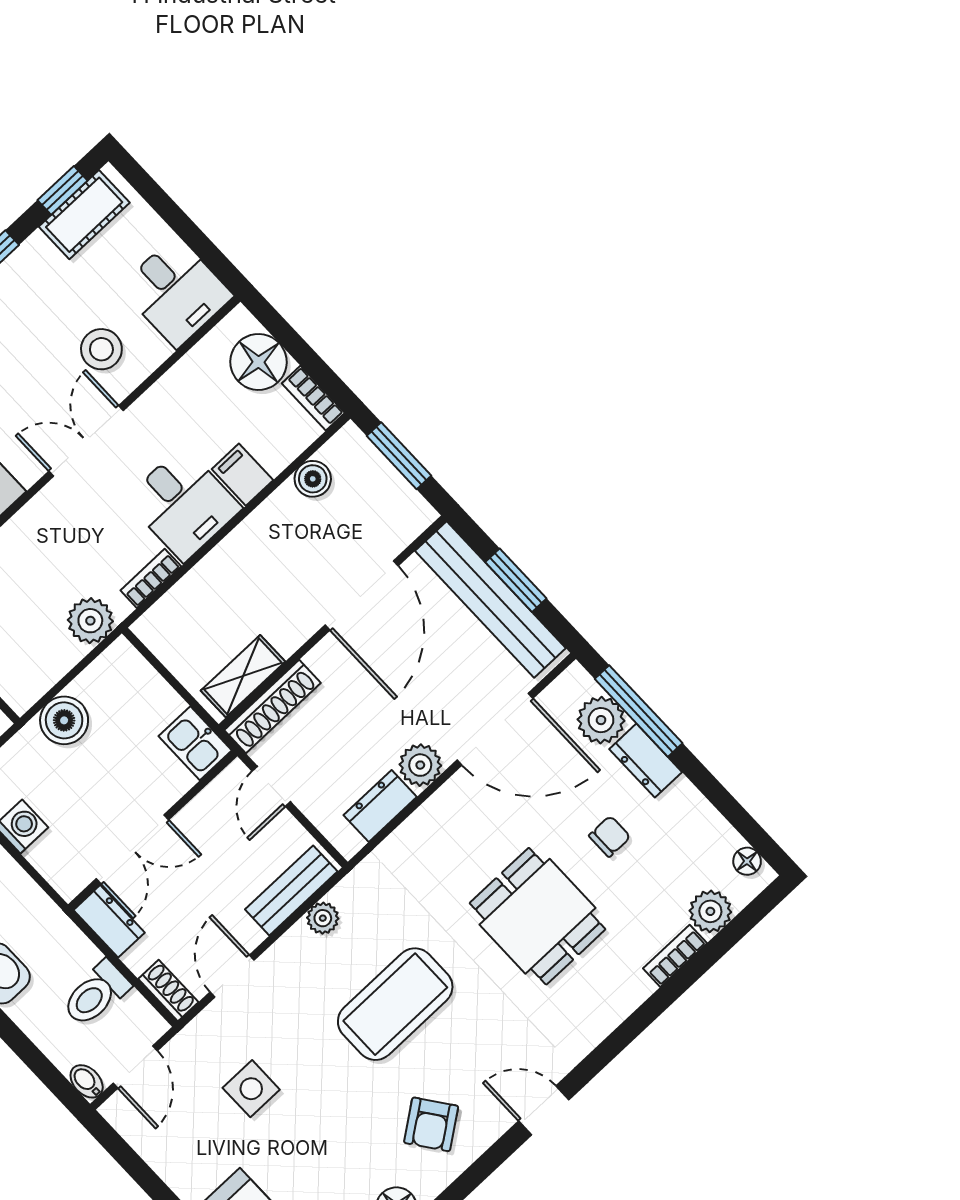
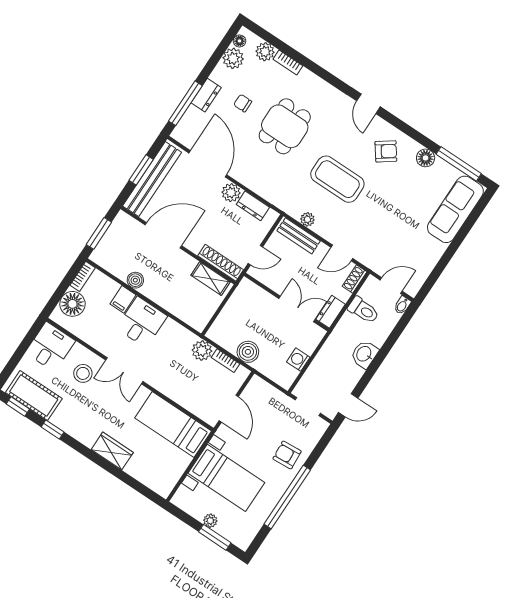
cot: (84, 215) -> (34, 396), width x1.37, depth x1.34
boiler: (313, 479) -> (135, 280), moved
bookcase: (151, 578) -> (225, 361), moved
plant: (601, 720) -> (233, 58), moved
kitchen sink: (195, 743) -> (244, 293), removed
side table: (251, 1089) -> (389, 233), removed

